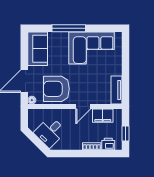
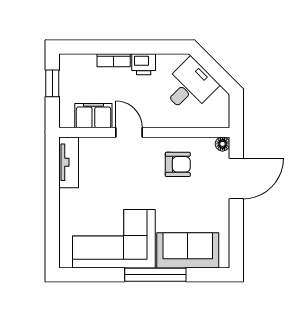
sofa: (38, 49) -> (188, 250), moved, turned 90
armchair: (56, 89) -> (178, 164), width x0.53, depth x0.53
door: (83, 106) -> (129, 132), hinge flipped
printer: (108, 144) -> (144, 64), moved

